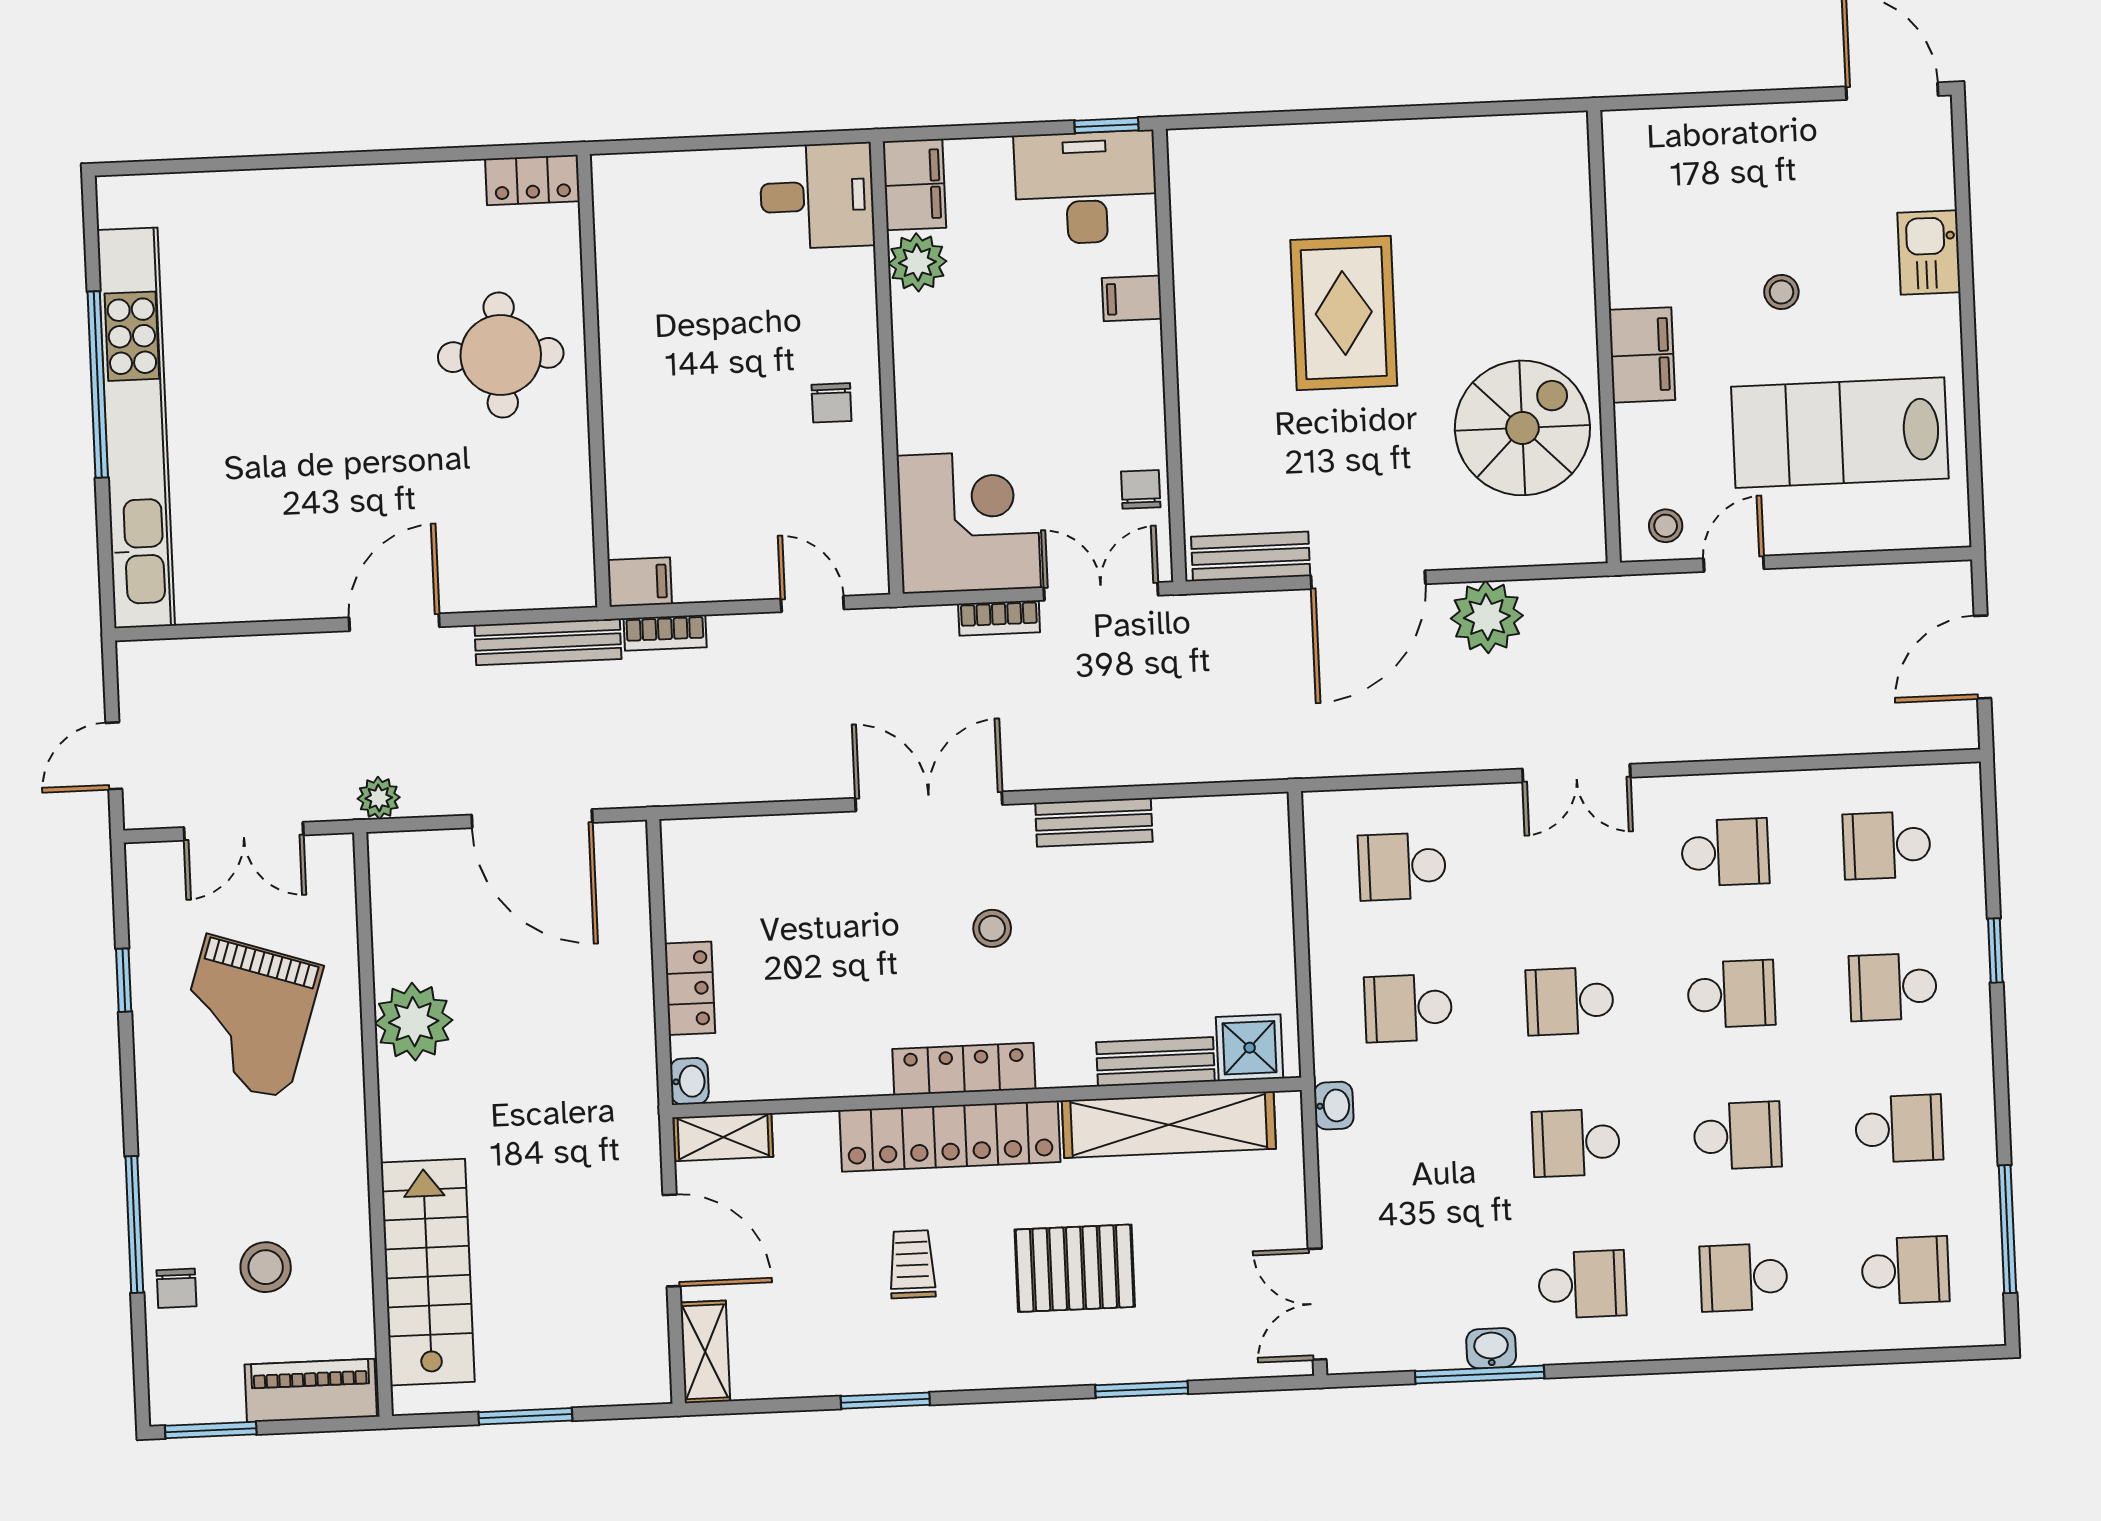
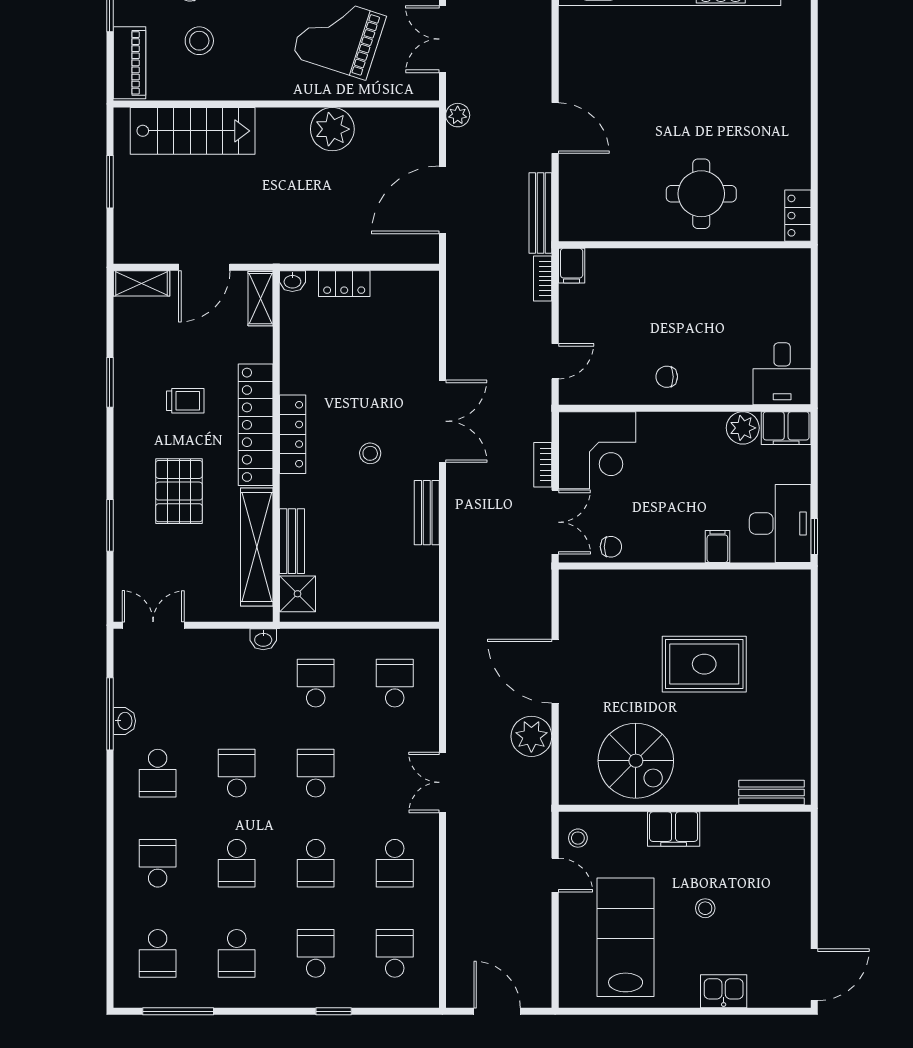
bench: (1251, 556) -> (772, 792), moved, turned 90

